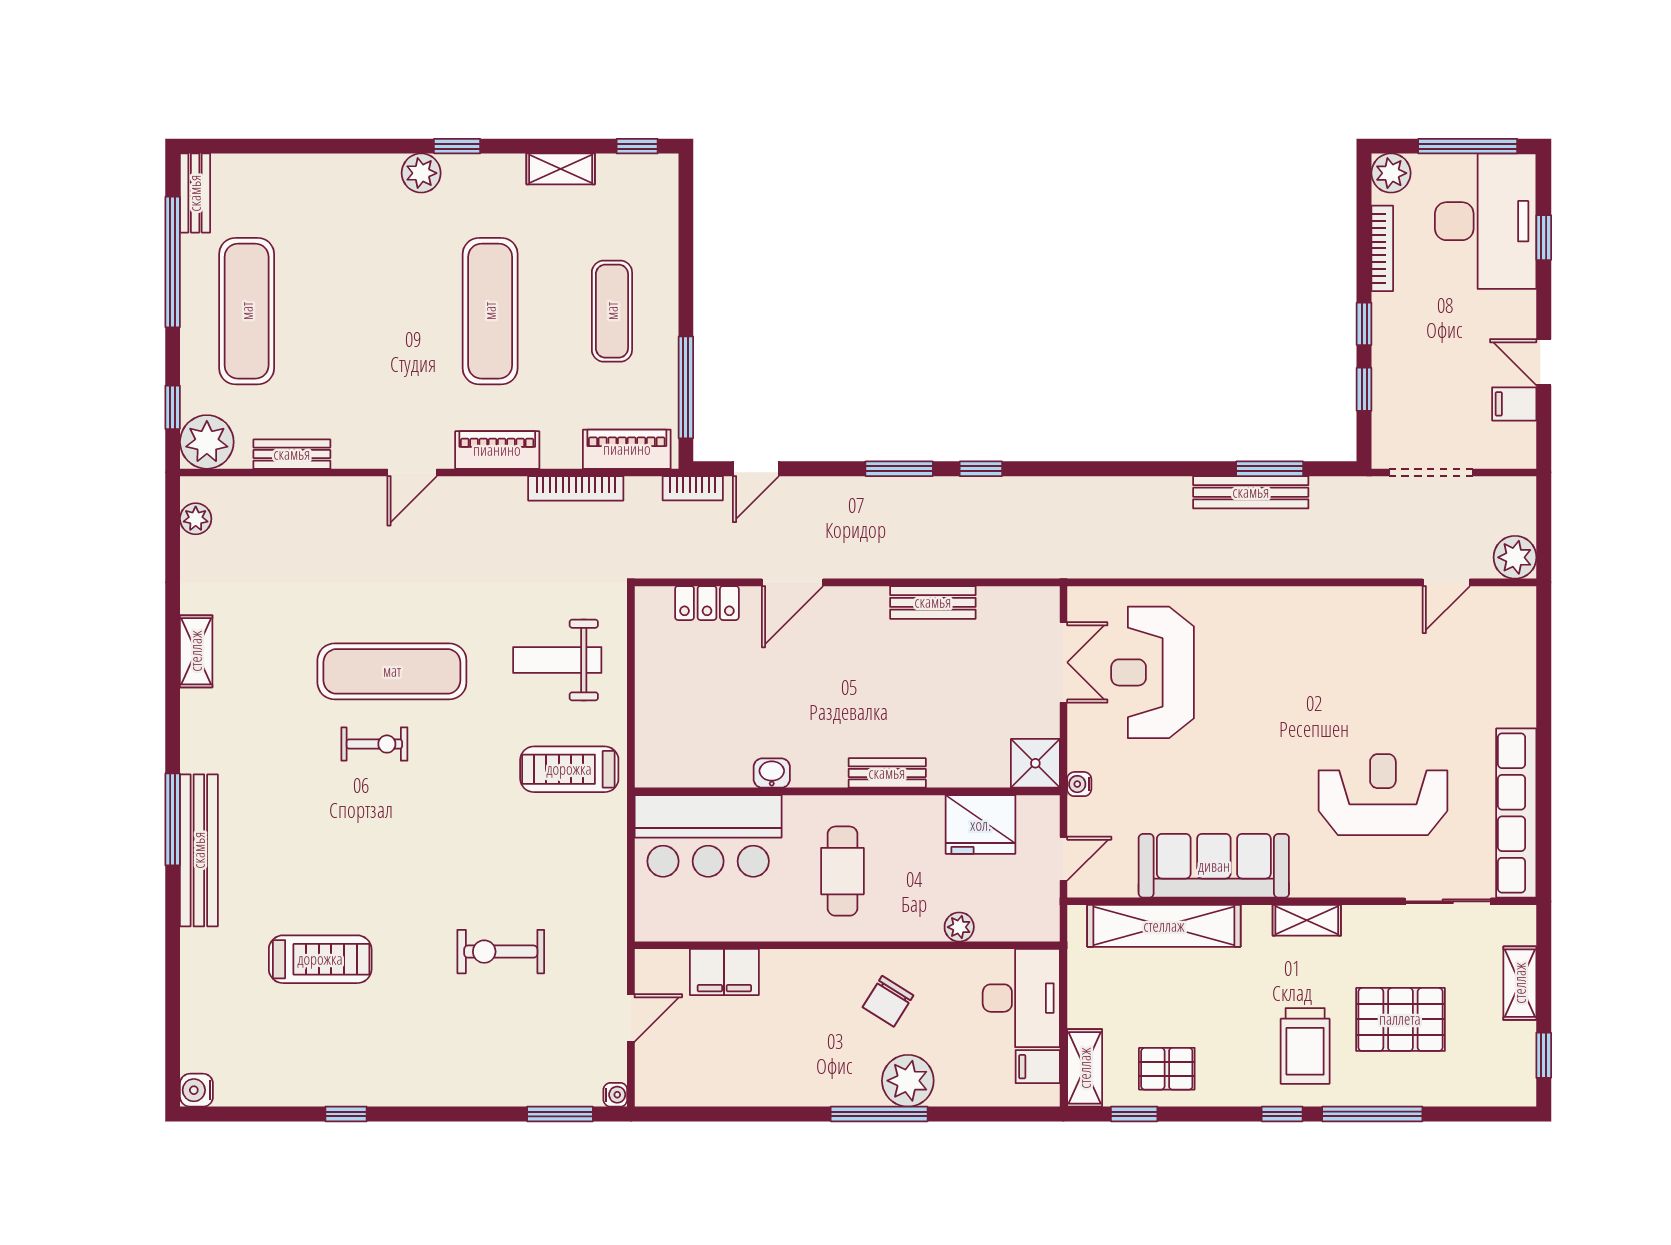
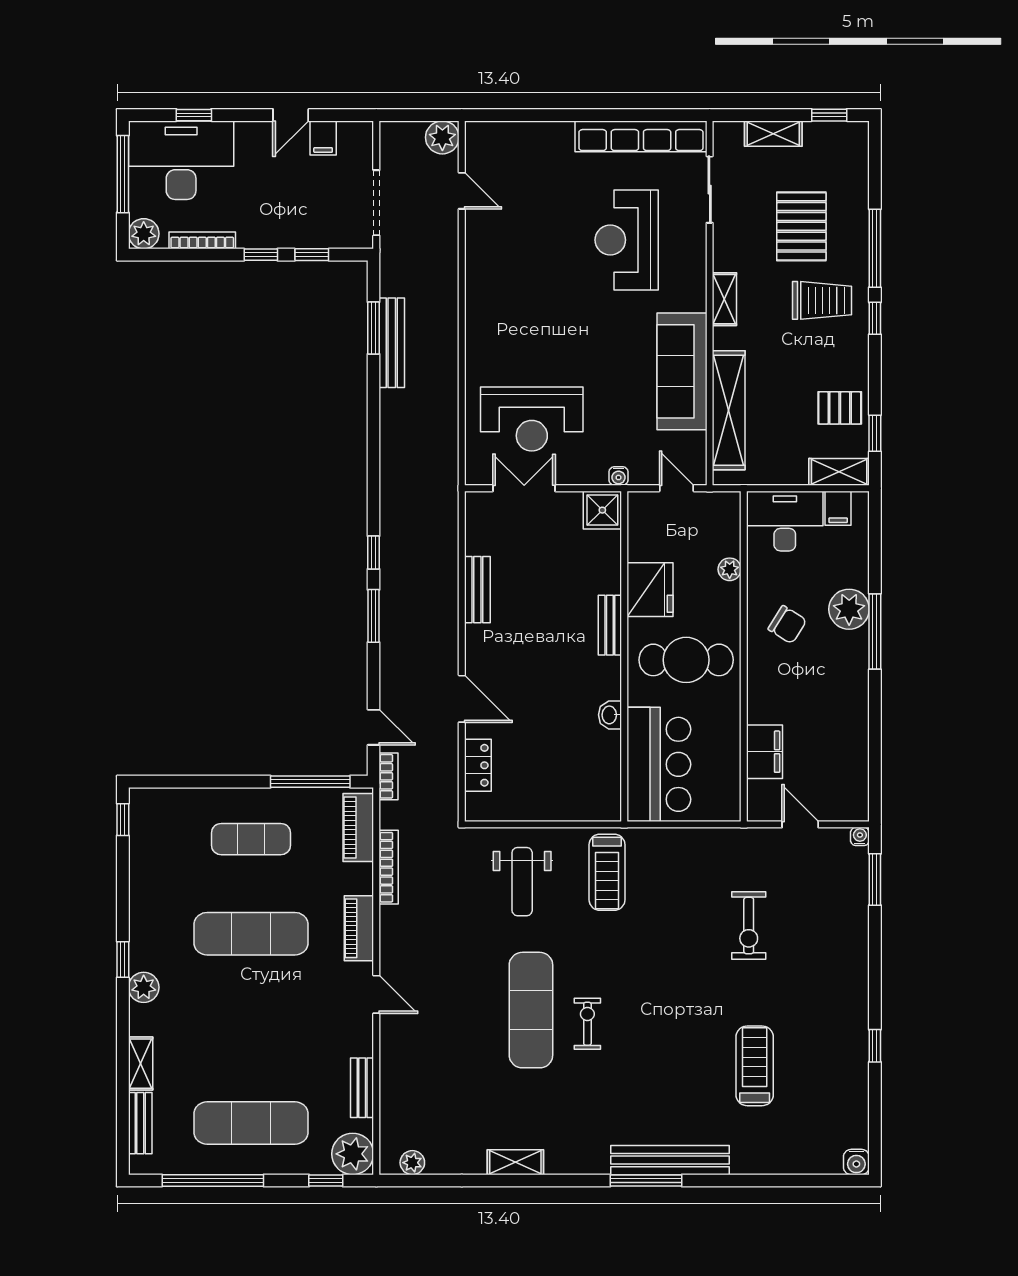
shelving: (561, 169) -> (141, 1064), moved
bench: (195, 193) -> (140, 1123), moved, turned 90
fridge: (981, 825) -> (650, 590), moved
cafe table: (842, 871) -> (686, 660), width x1.37, depth x1.35
pallet: (1167, 1069) -> (840, 408), turned 90

